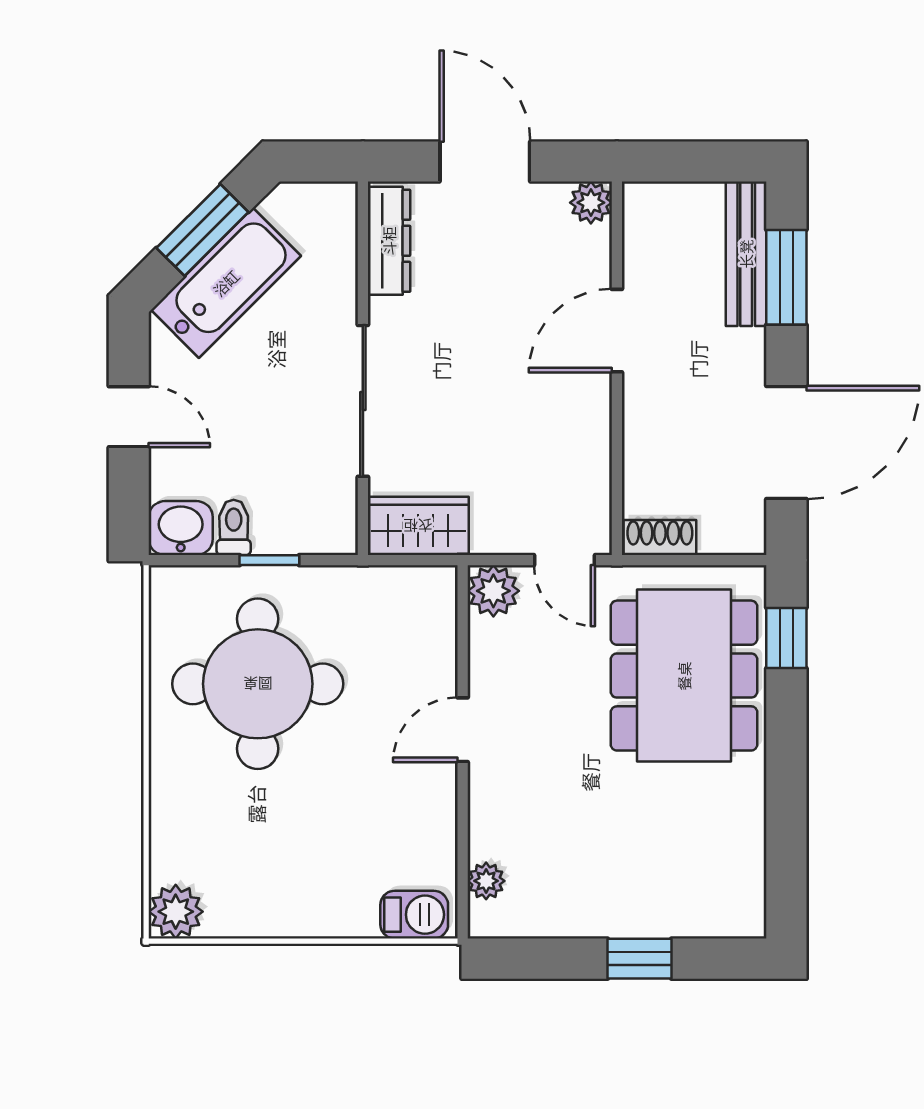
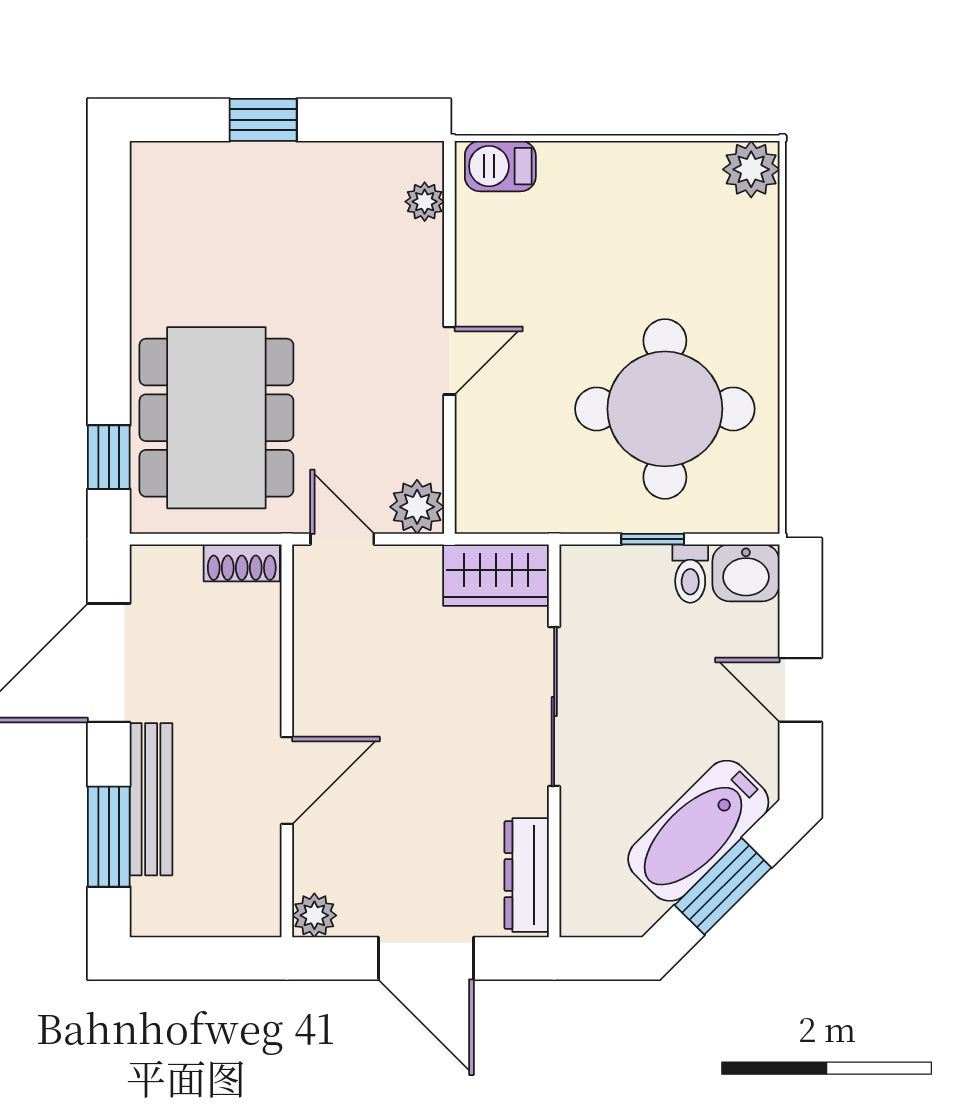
bench: (746, 254) -> (151, 799), moved

